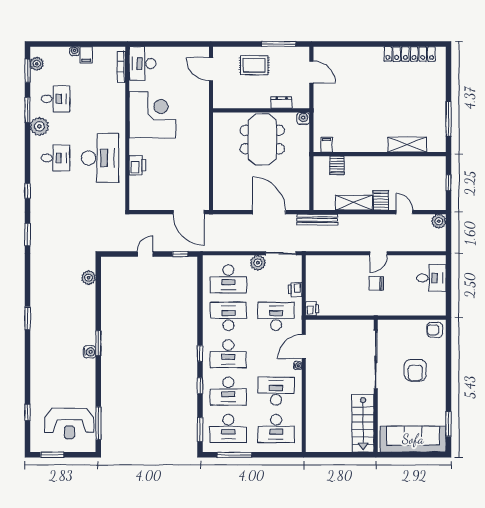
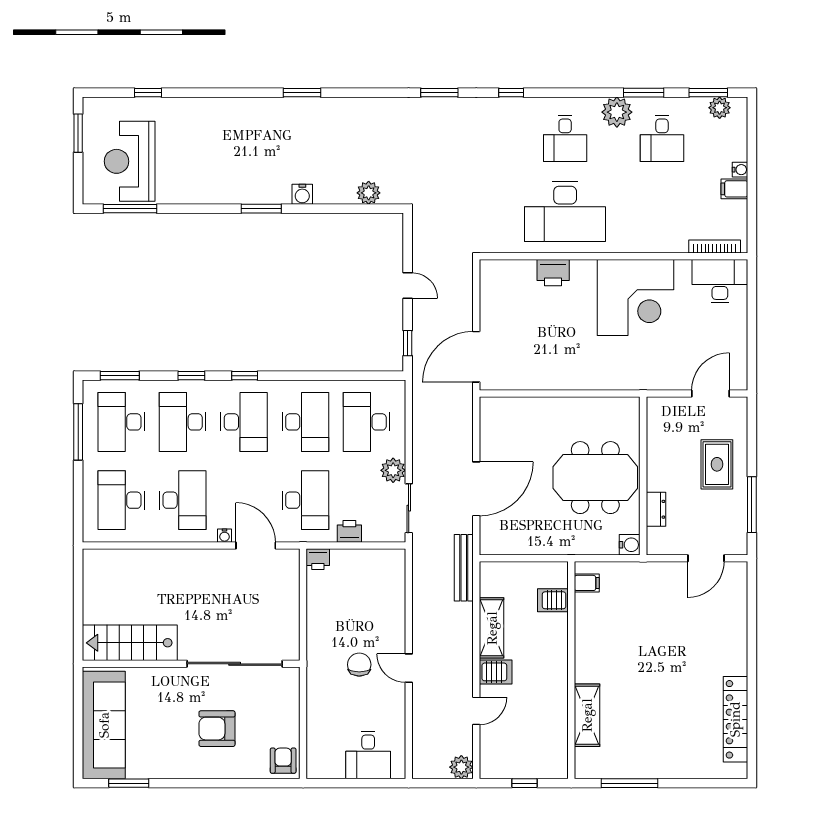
water cooler: (90, 352) -> (302, 194), moved
desk: (228, 354) -> (244, 422), turned 180

